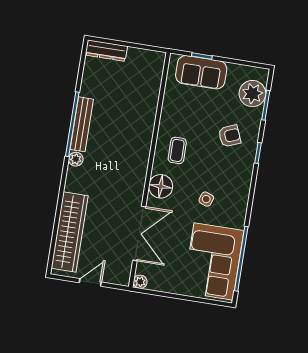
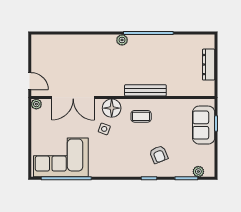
dresser: (106, 51) -> (209, 65), moved
plant: (252, 94) -> (198, 172), width x0.53, depth x0.53
bench: (82, 124) -> (145, 90), moved
side table: (206, 199) -> (104, 129), moved
wardrobe: (70, 232) -> (66, 44), removed
door: (90, 282) -> (30, 81), moved

